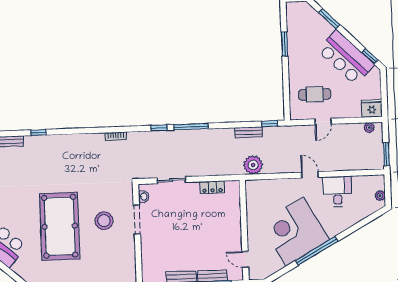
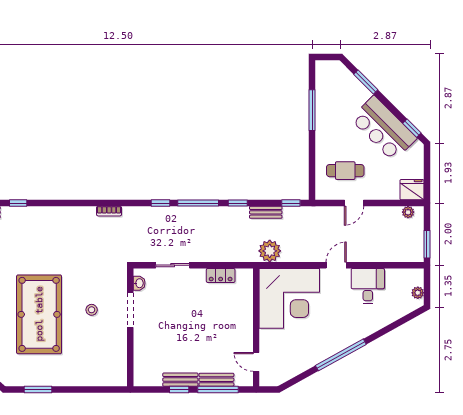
window: (284, 44) -> (312, 110), width x1.44
window: (225, 125) -> (238, 203), added
door: (310, 175) -> (336, 265), hinge flipped
stool: (104, 221) -> (92, 310), width x0.53, depth x0.53
corner desk: (295, 231) -> (289, 298), moved, turned -151

